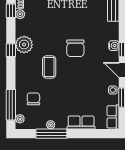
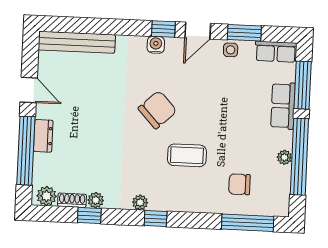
plant: (24, 45) -> (140, 202), width x0.53, depth x0.53
chair: (75, 48) -> (157, 110), turned -43
plant: (20, 119) -> (272, 209), removed
window: (51, 134) -> (299, 157), width x1.46
window: (94, 134) -> (303, 85), added

